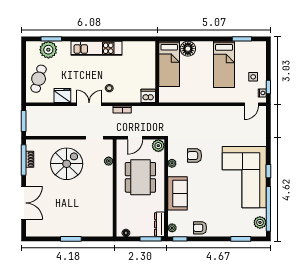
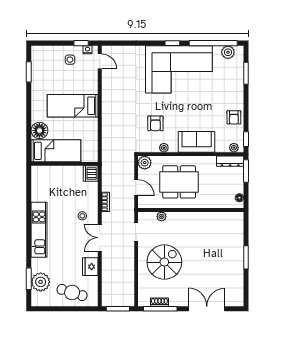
bed: (224, 64) -> (73, 106), moved, turned 180
spiral stairs: (67, 164) -> (164, 262), turned 90

